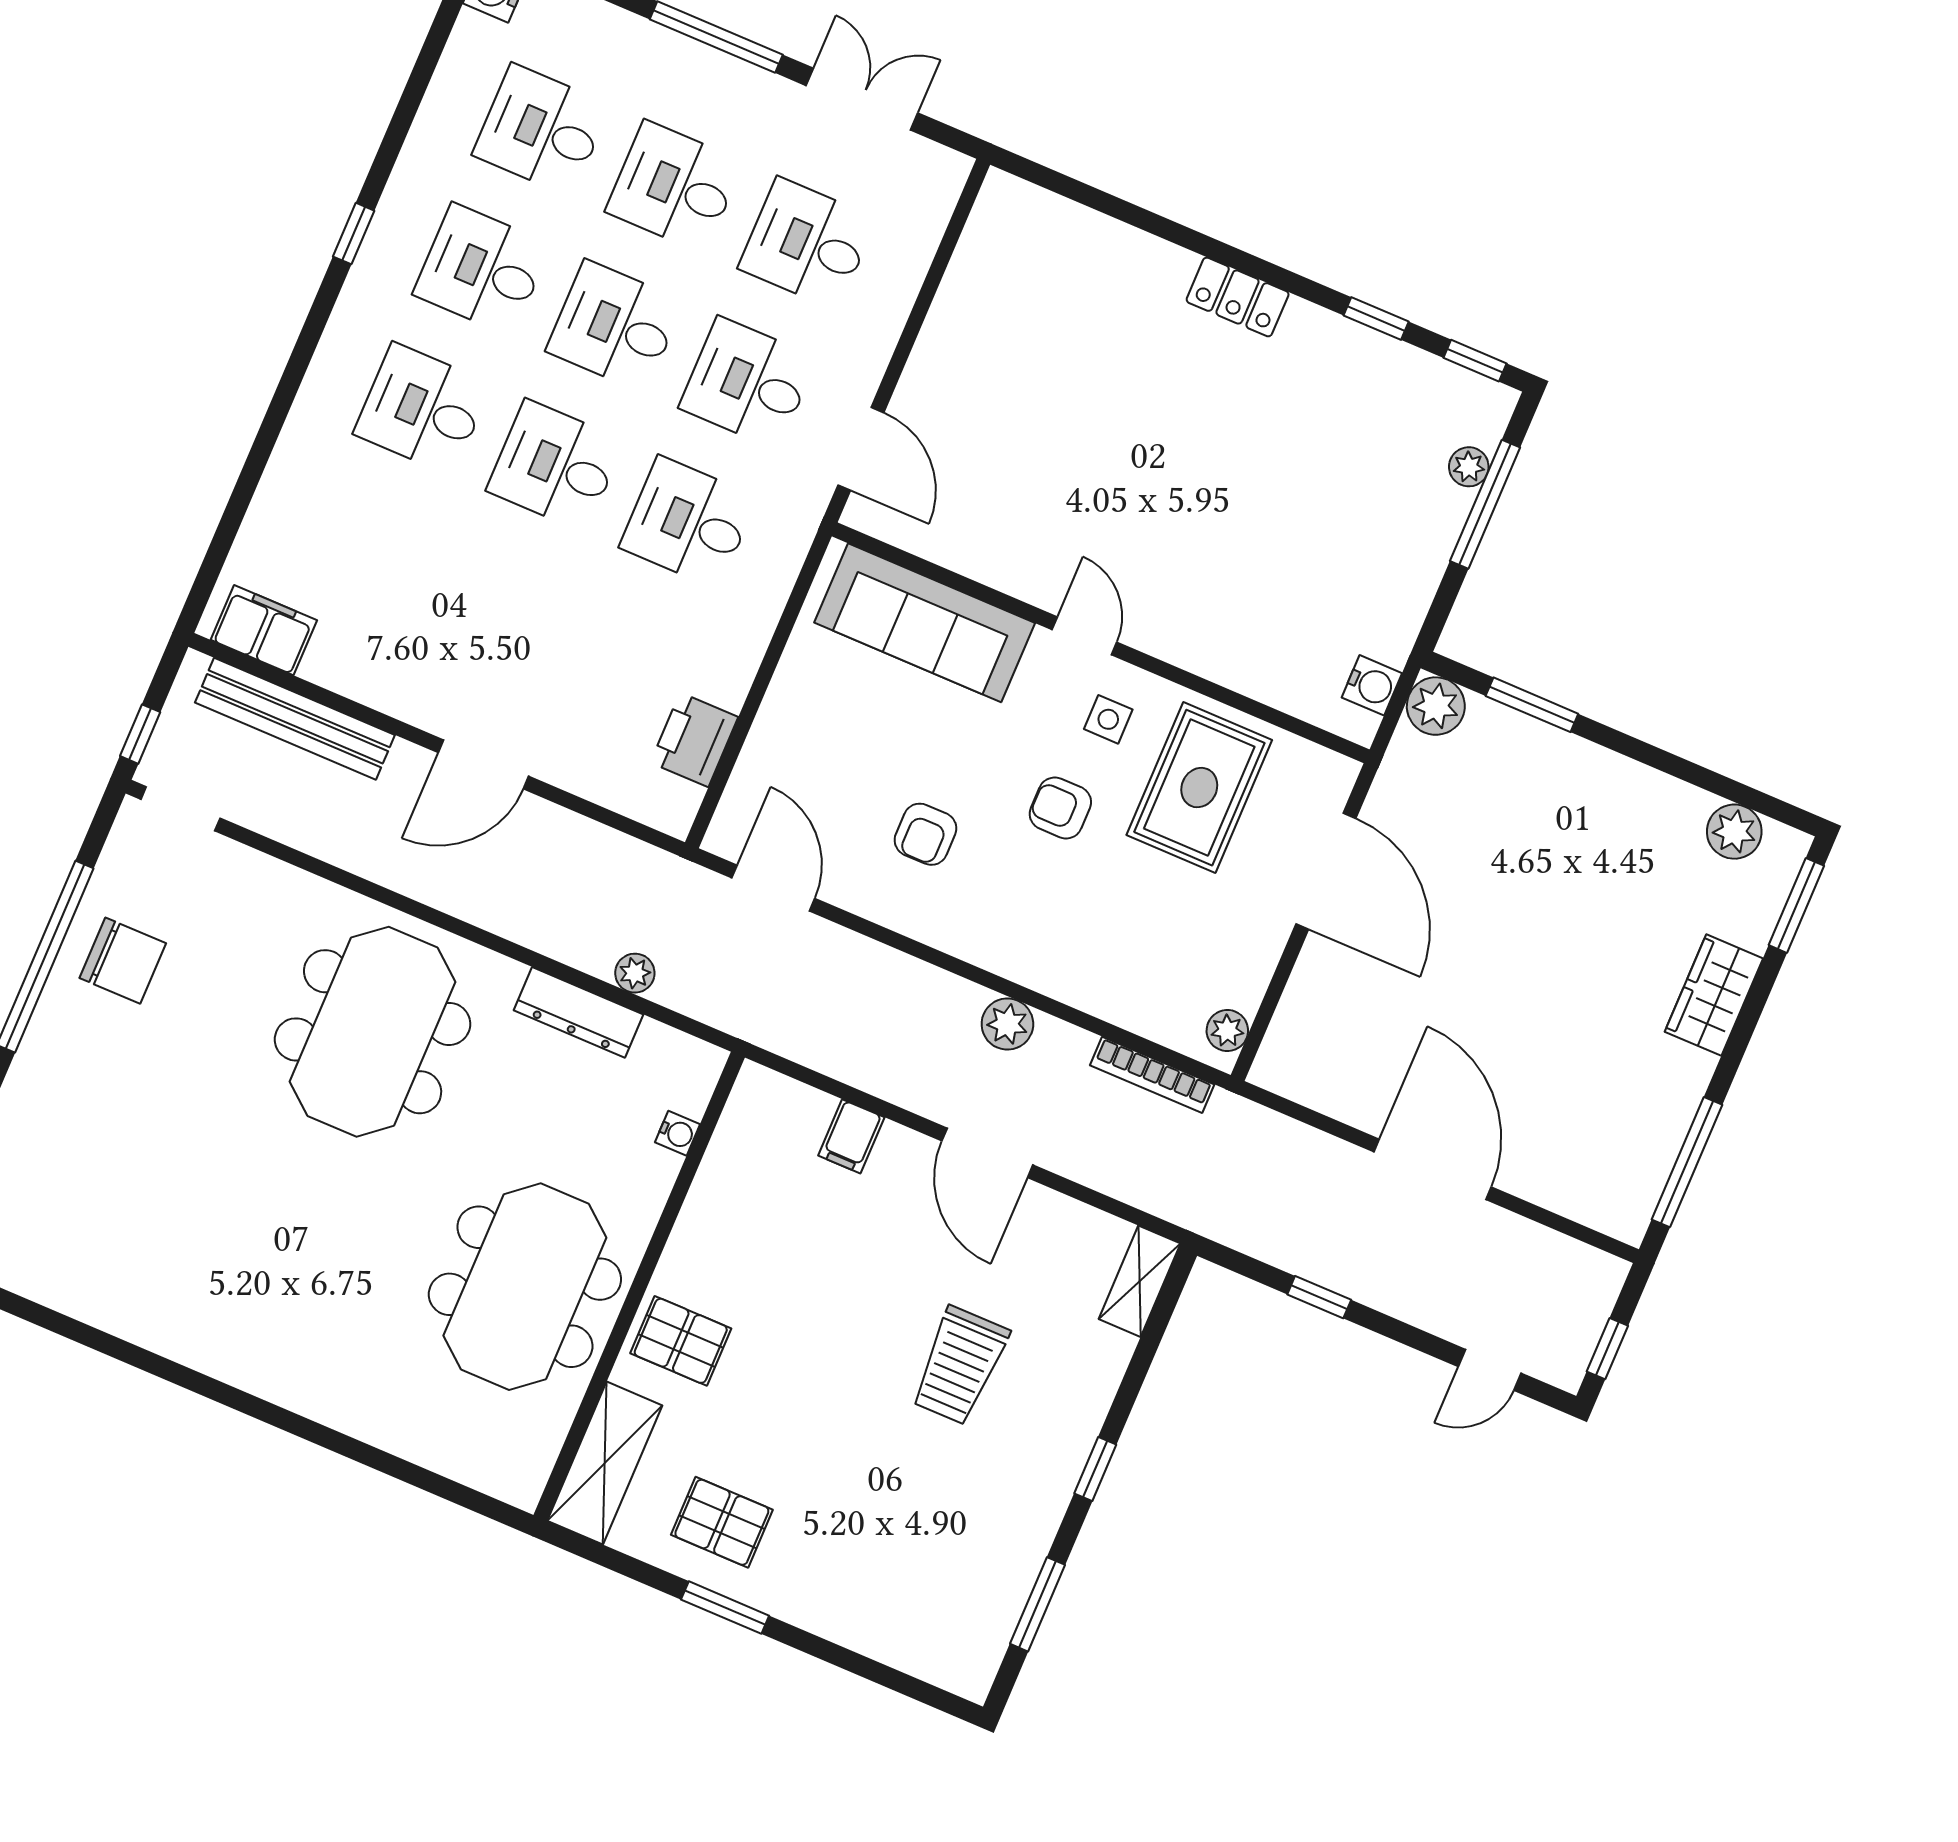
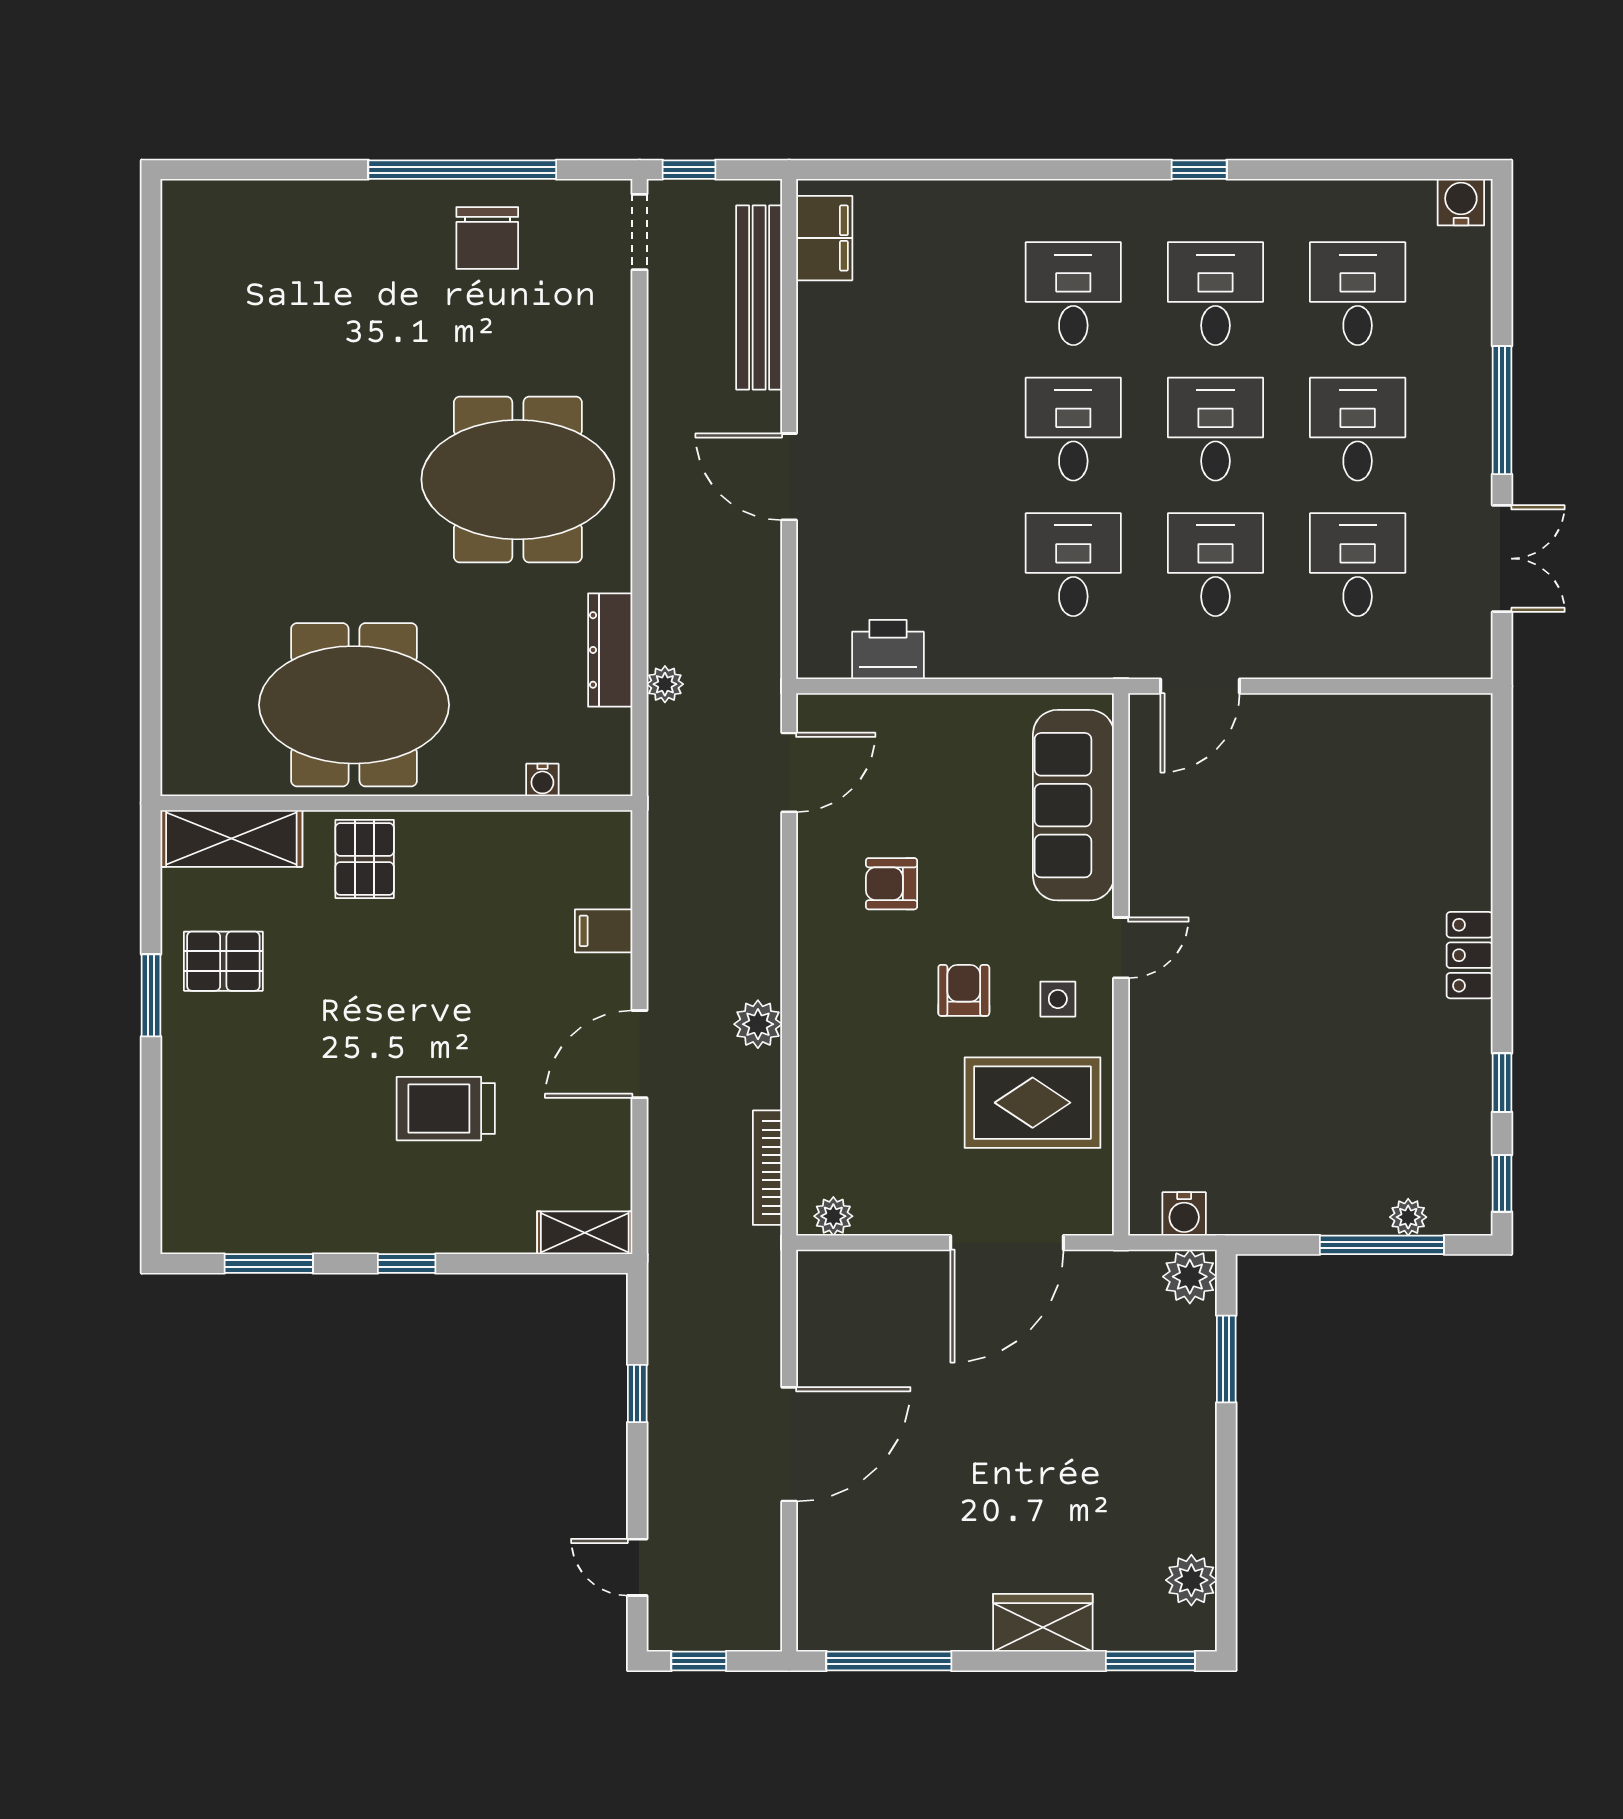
pallet: (722, 1522) -> (223, 961), turned 90

